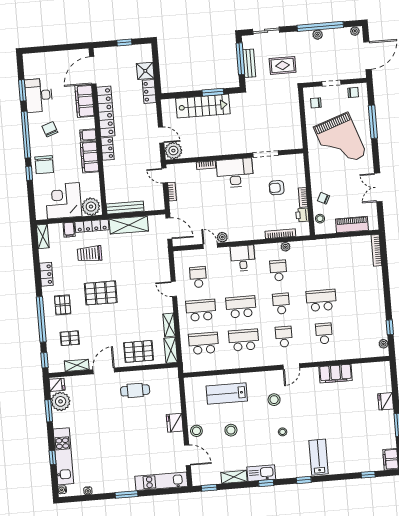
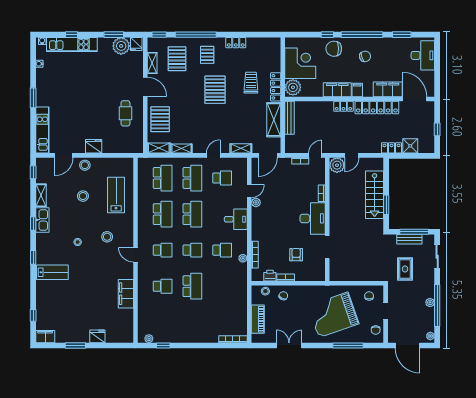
desk: (39, 95) -> (423, 55), moved, turned 90
filing cabinet: (69, 230) -> (274, 66), removed
shelving: (43, 236) -> (241, 148), moved
pallet: (63, 305) -> (207, 55), turned 90
pallet: (70, 338) -> (177, 59), width x1.50, depth x1.42

